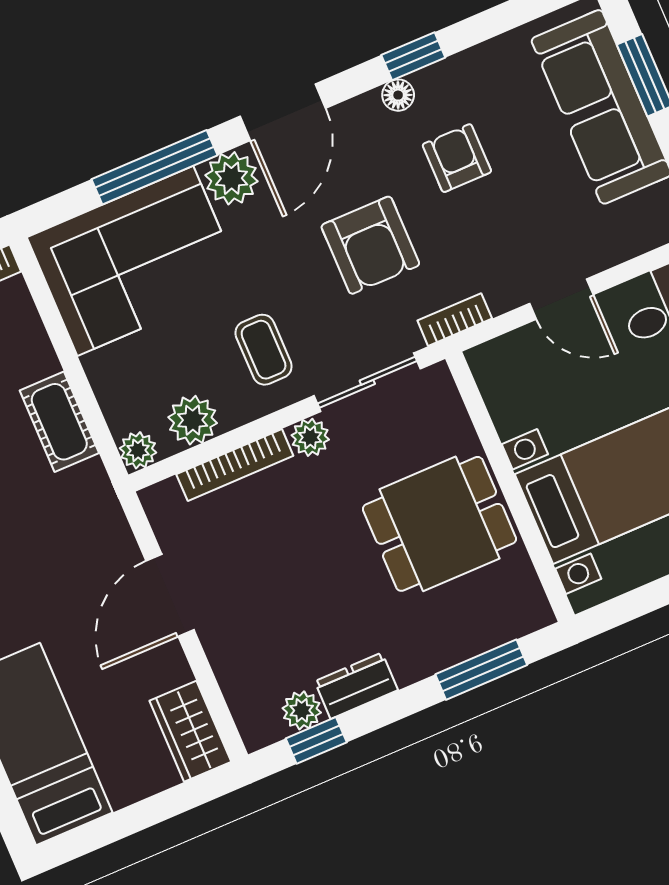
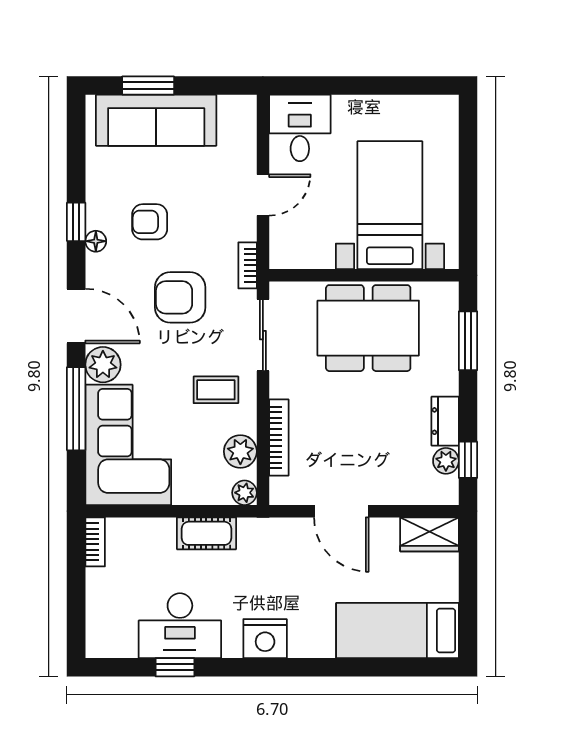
armchair: (370, 245) -> (180, 297), turned 180
plant: (310, 437) -> (282, 384), removed
dining table: (439, 524) -> (368, 328), width x1.37

